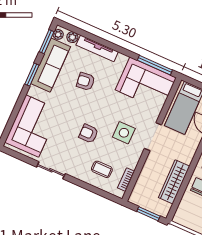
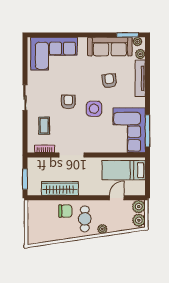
window: (32, 75) -> (95, 35), removed
side table: (124, 133) -> (94, 109), moved
doorway: (153, 137) -> (71, 155), moved
sliding door: (51, 170) -> (25, 97), moved

